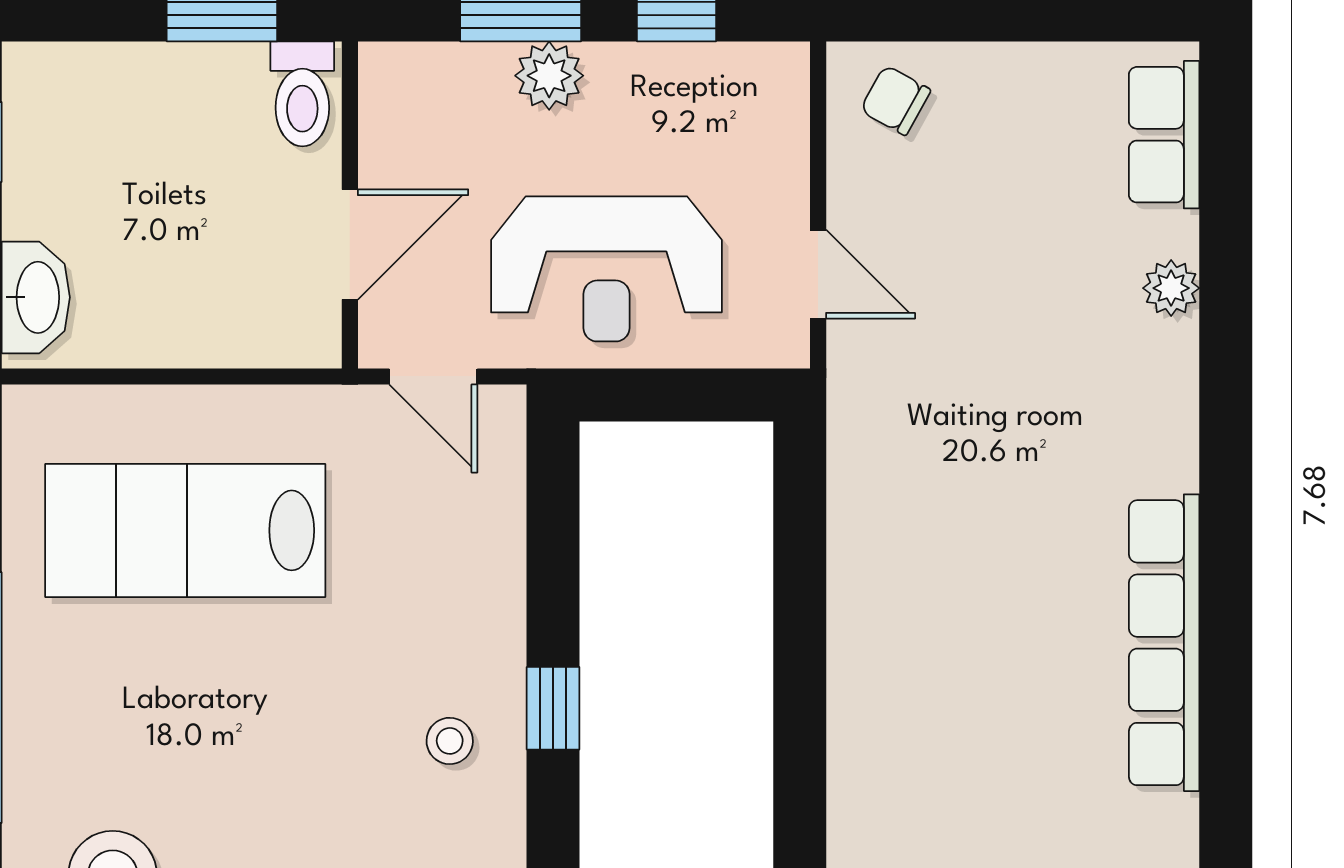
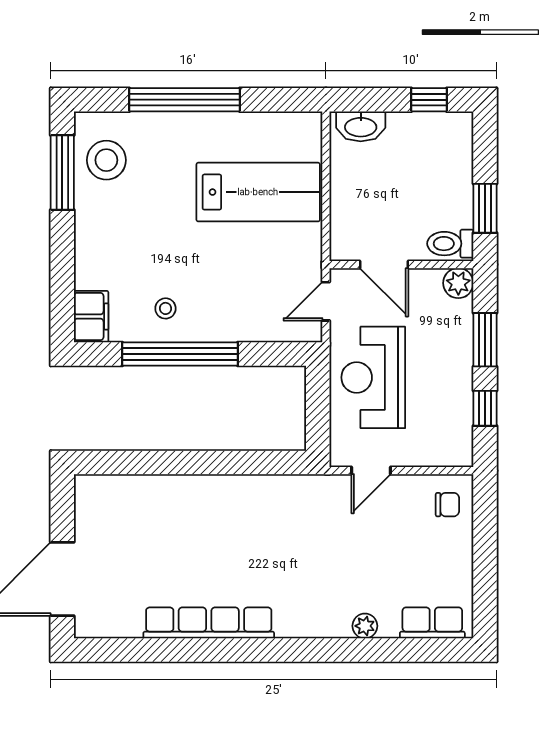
plant: (549, 76) -> (458, 283), moved
chair: (895, 100) -> (447, 505), turned 61
lab bench: (185, 530) -> (258, 192), turned 90
window: (553, 708) -> (180, 354), width x3.17

